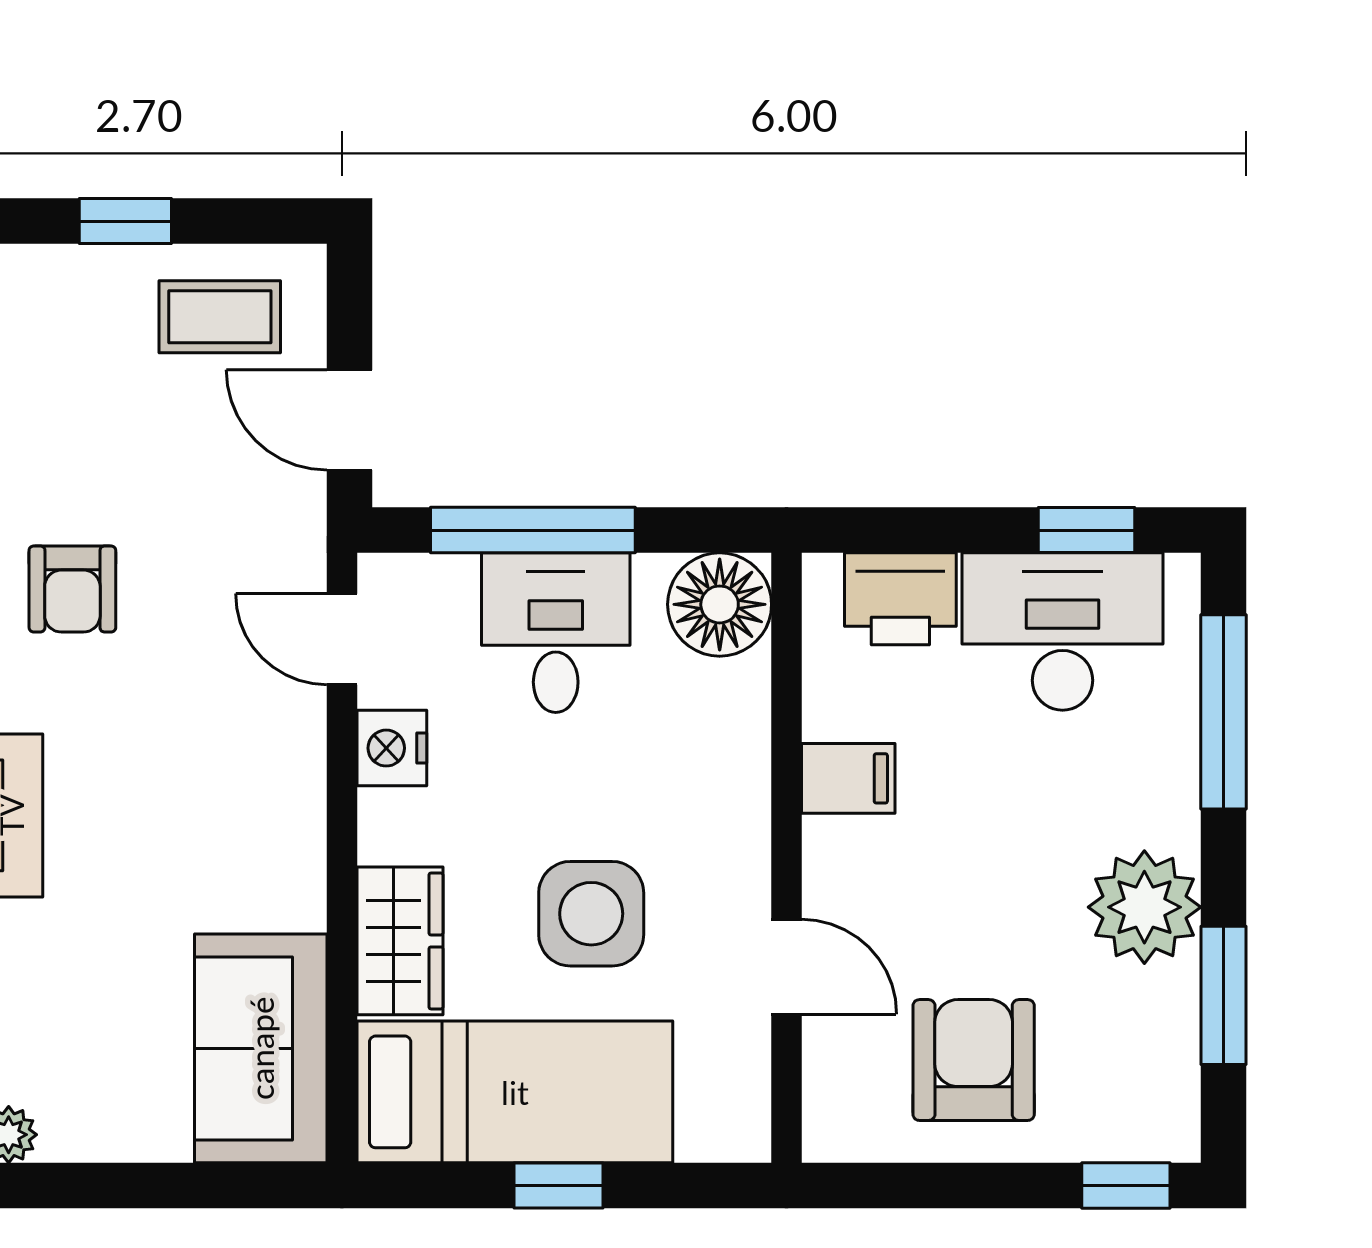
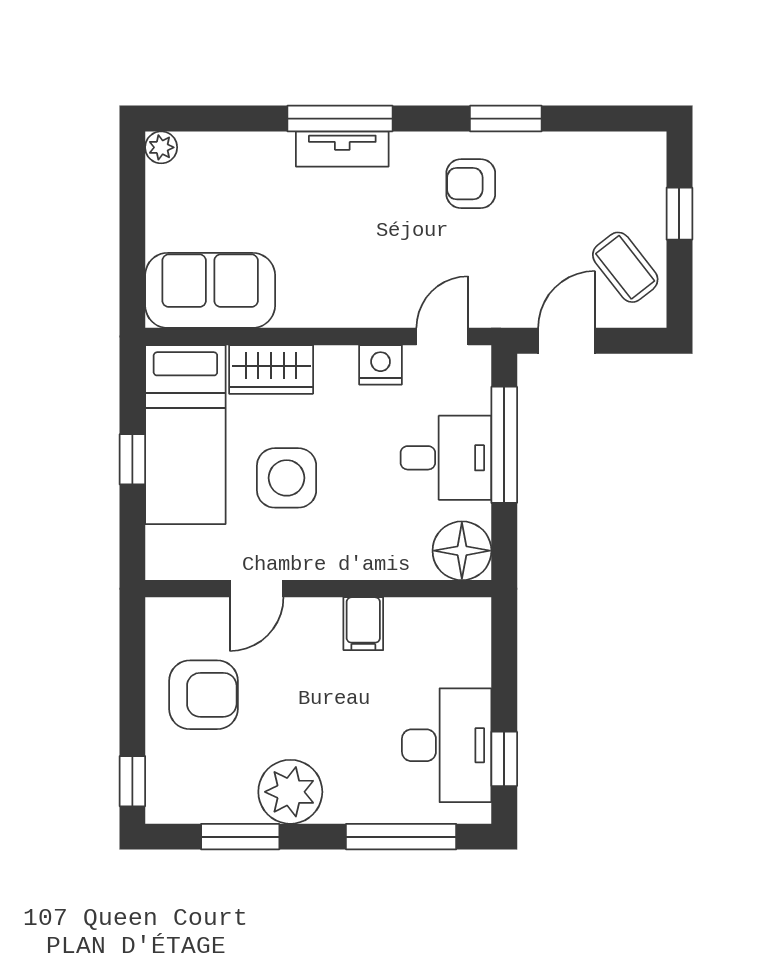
coffee table: (220, 317) -> (625, 267), turned -38
printer: (900, 599) -> (465, 653), removed

